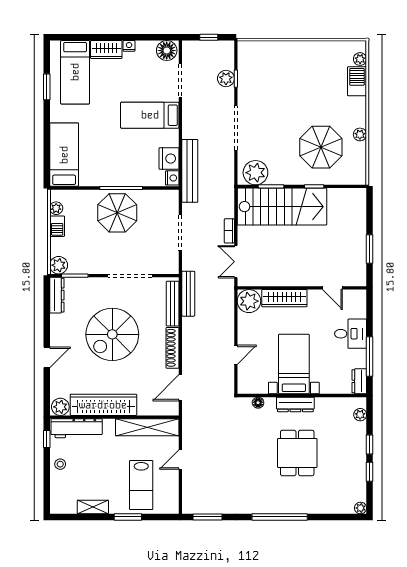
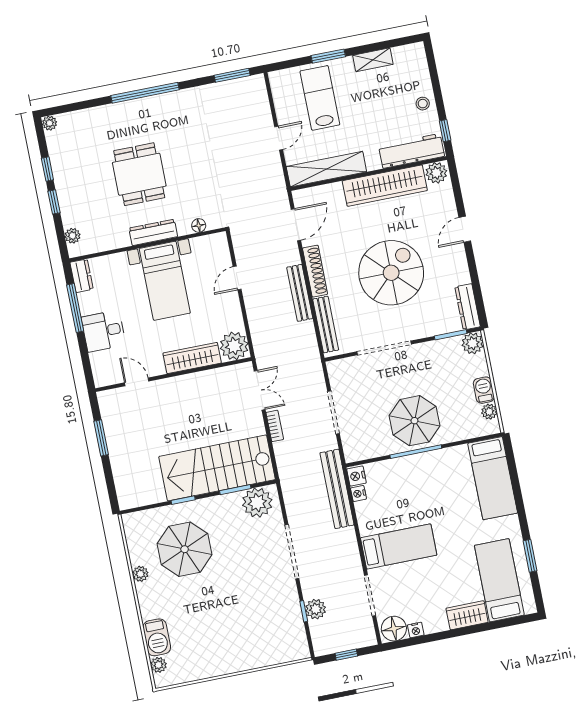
nightstand: (129, 46) -> (416, 630), moved
nightstand: (169, 159) -> (358, 494), width x0.53, depth x0.56
bench: (188, 294) -> (300, 293), moved

